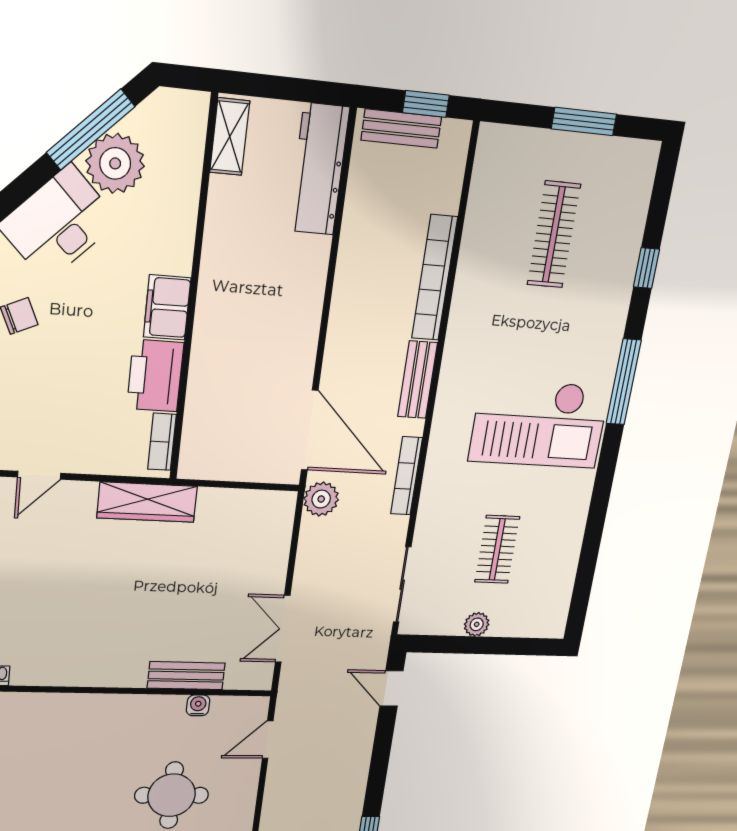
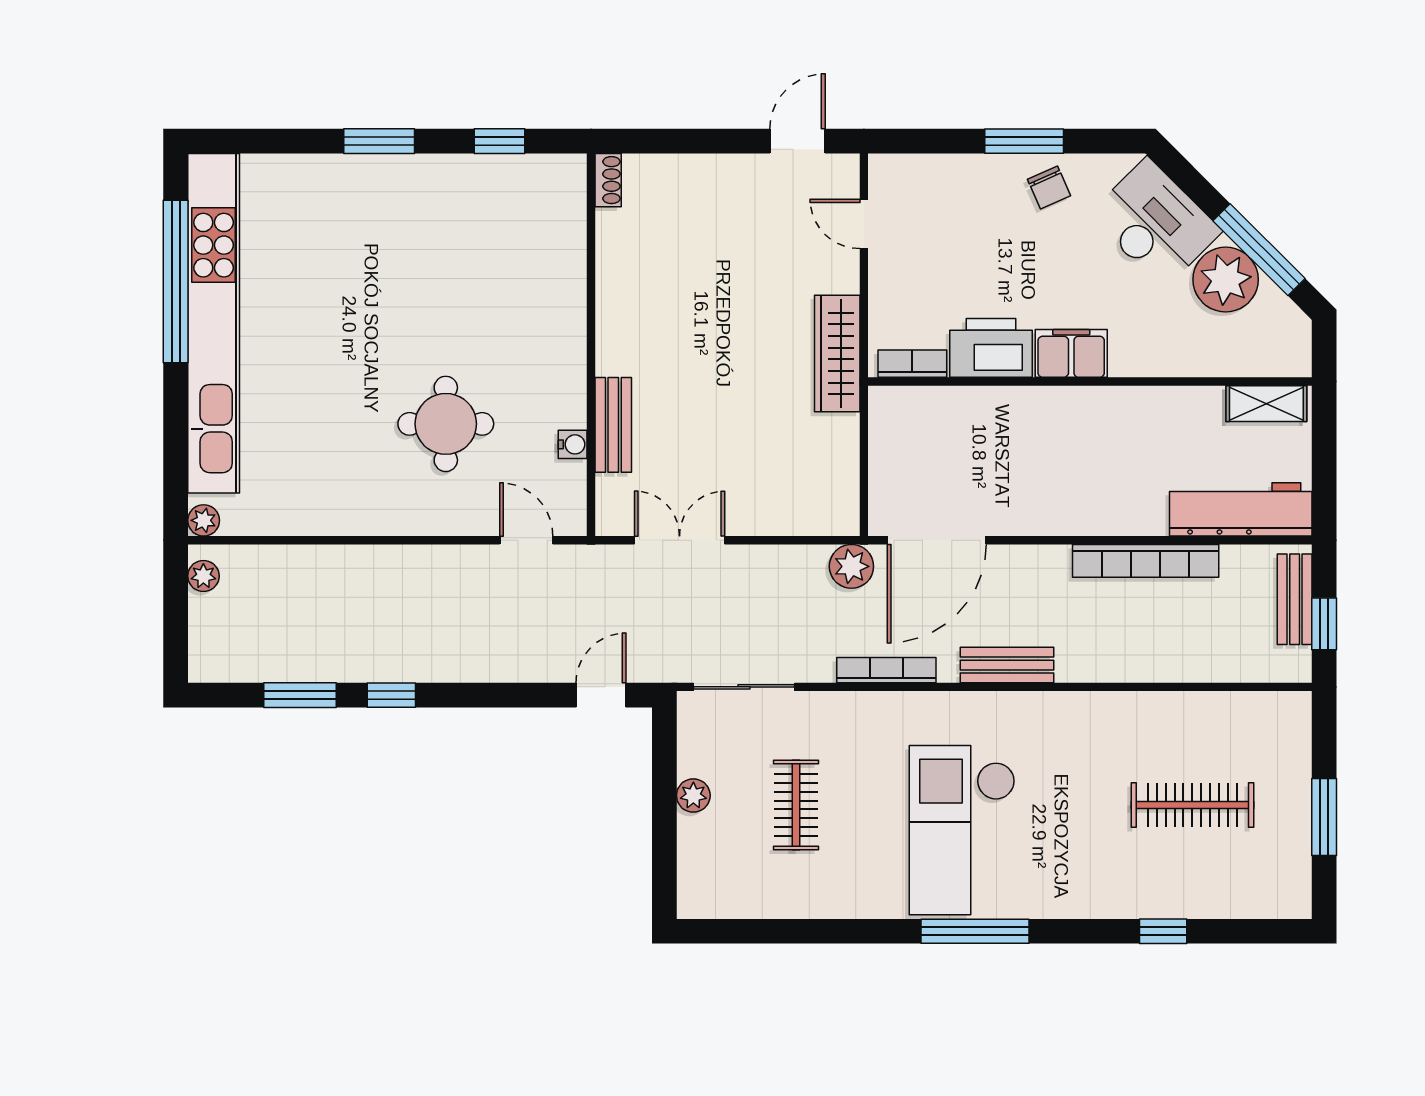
bookcase: (435, 278) -> (1146, 561), moved, turned 180
window: (624, 382) -> (975, 931), moved
clothes rail: (497, 549) -> (796, 805), turned 90

